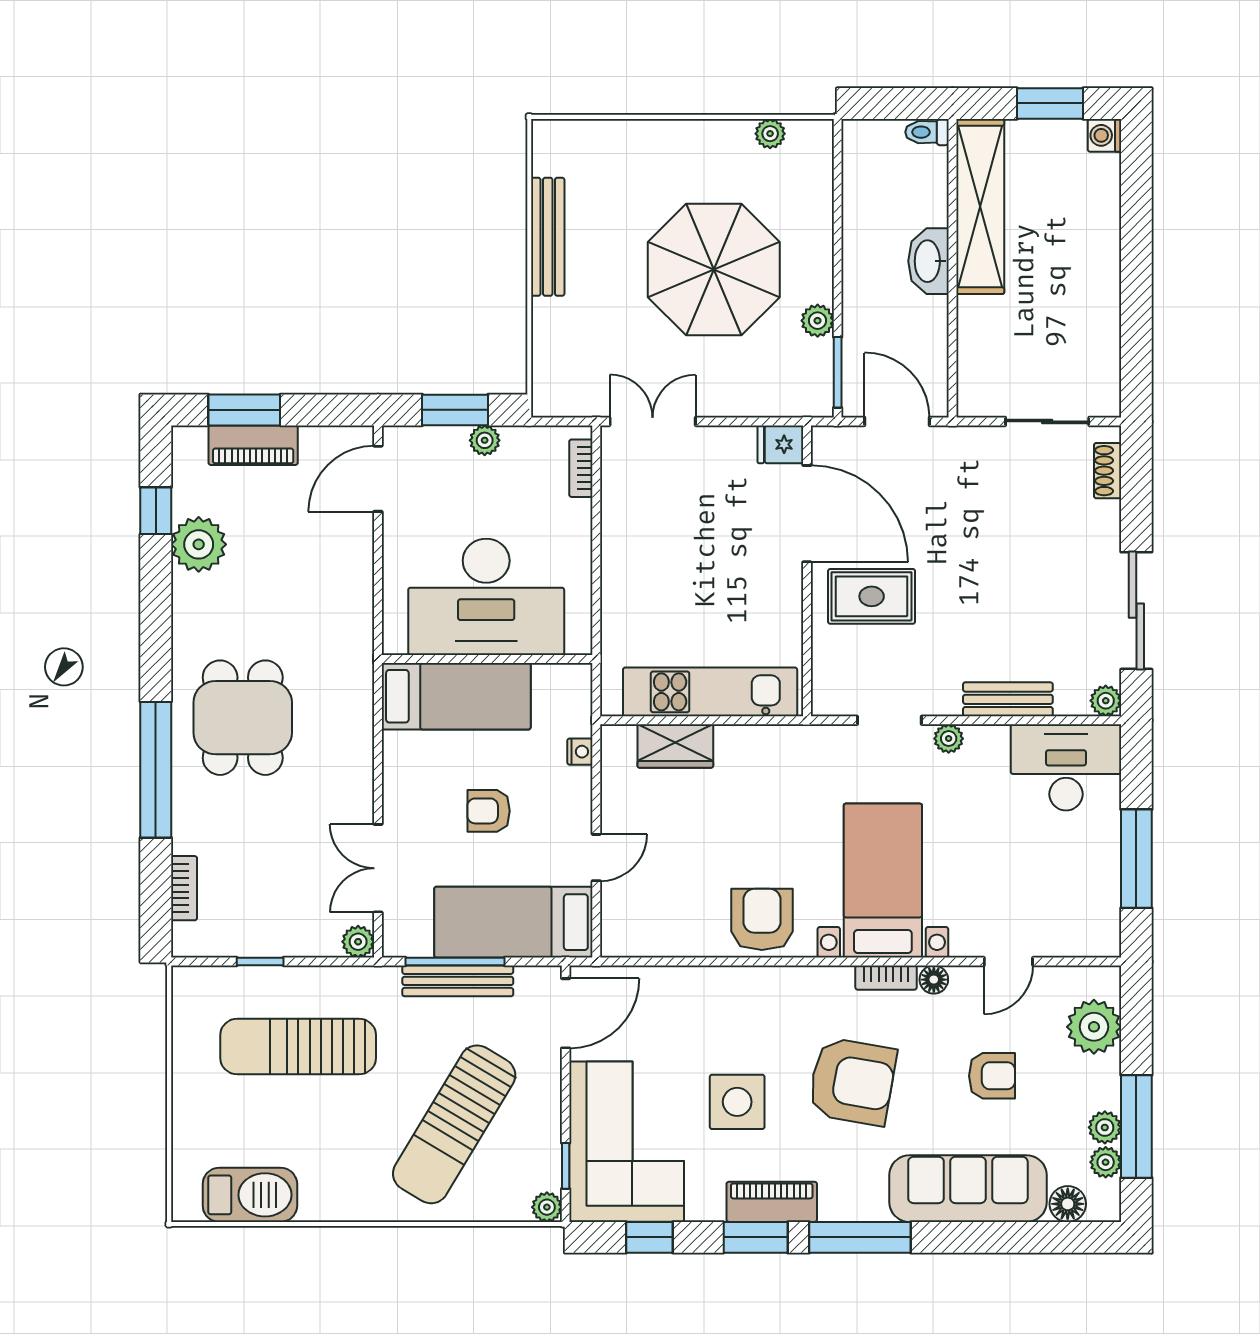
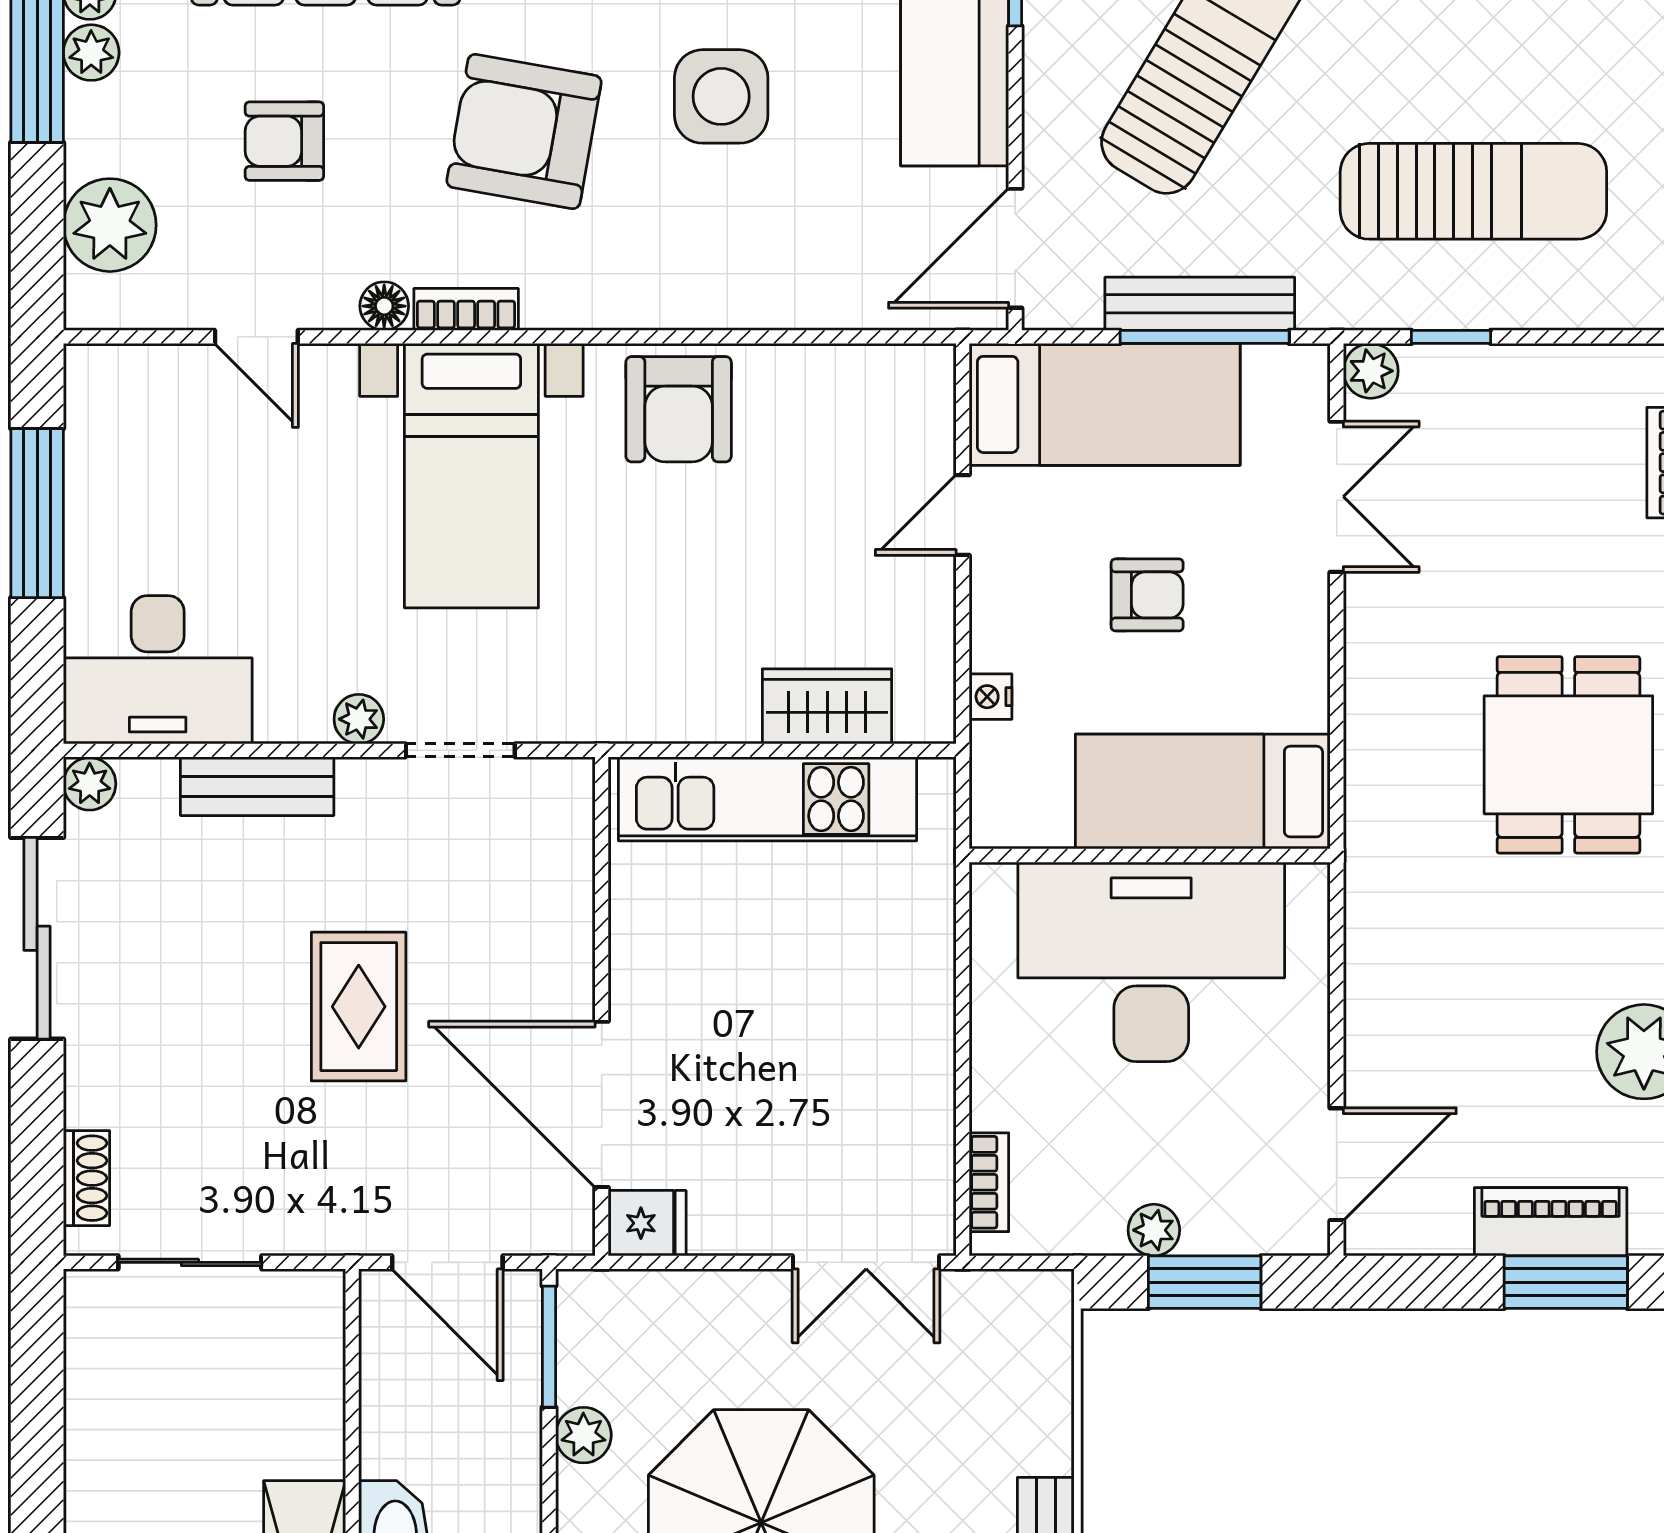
rug: (872, 596) -> (359, 1007), moved, turned 90
window: (260, 962) -> (1451, 337), moved
door: (1008, 962) -> (256, 337), swing flipped

